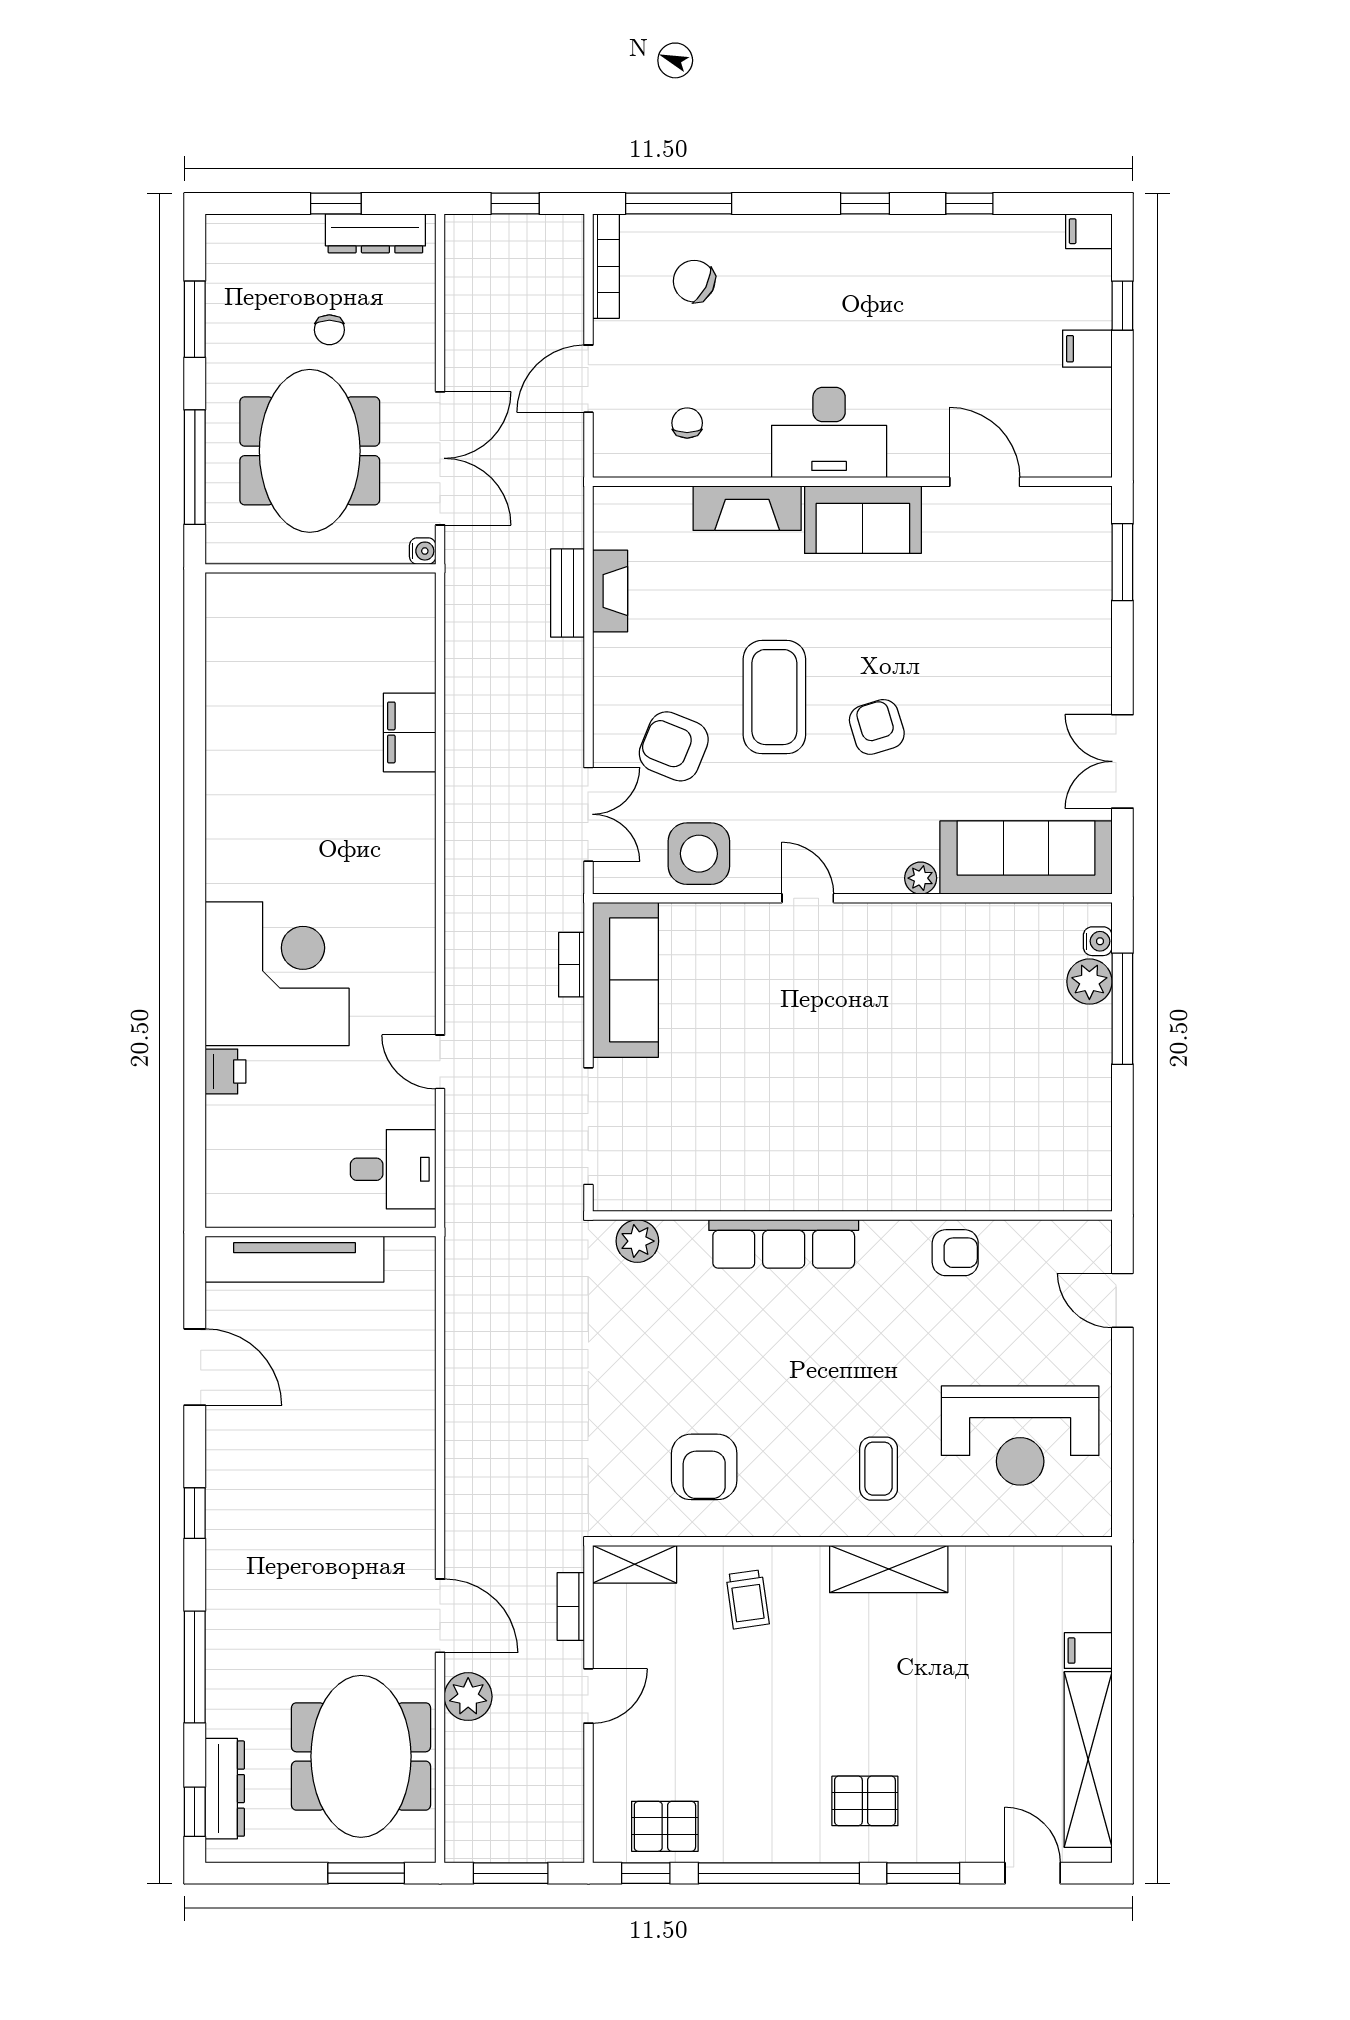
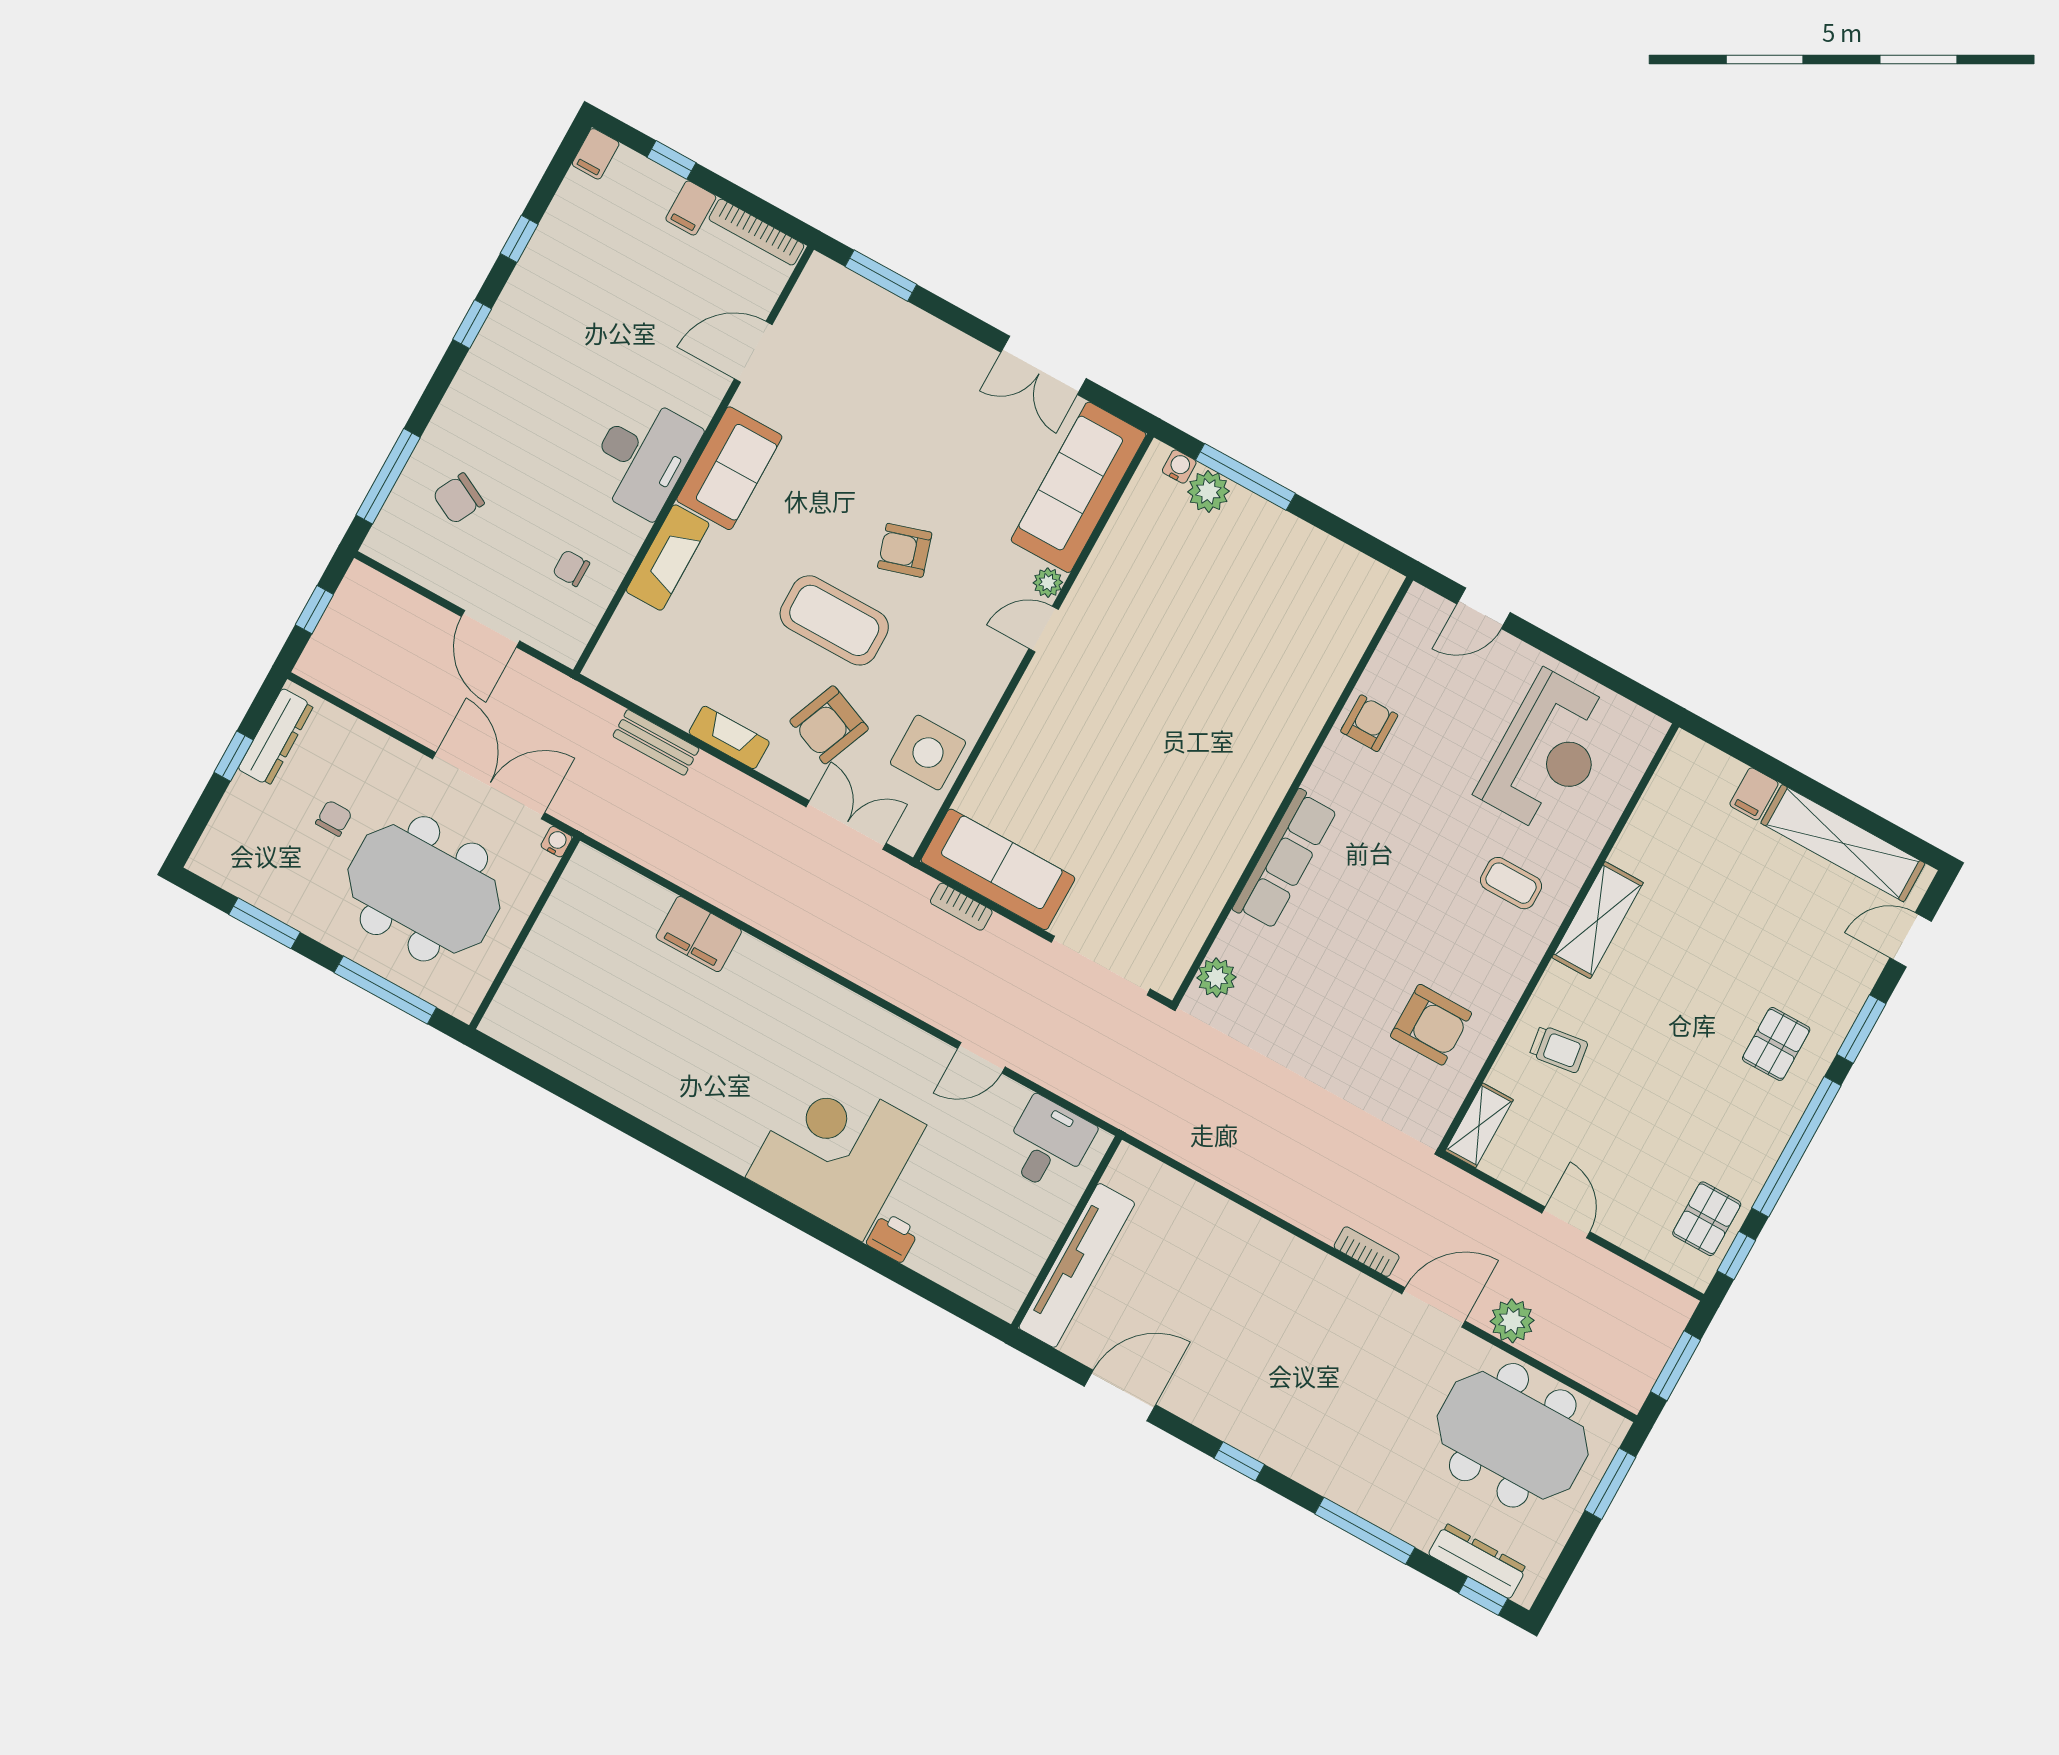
bookcase: (606, 266) -> (756, 232), moved, turned 180
chair: (329, 330) -> (334, 818), turned -90
fireplace: (610, 591) -> (729, 737), moved
door: (808, 898) -> (1044, 629), moved
bookcase: (571, 1606) -> (1367, 1252), moved, turned 180

